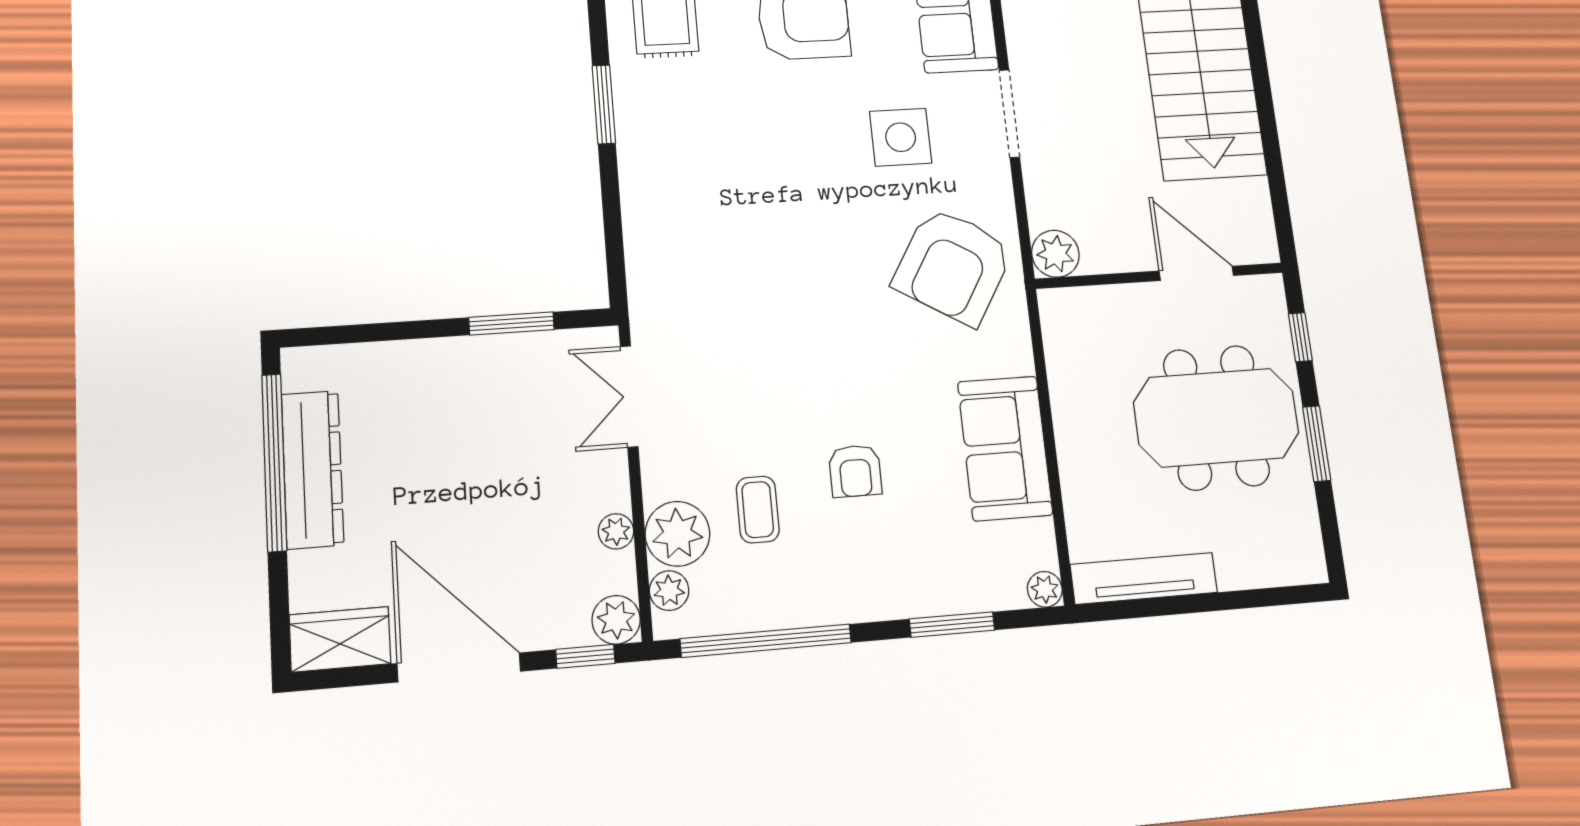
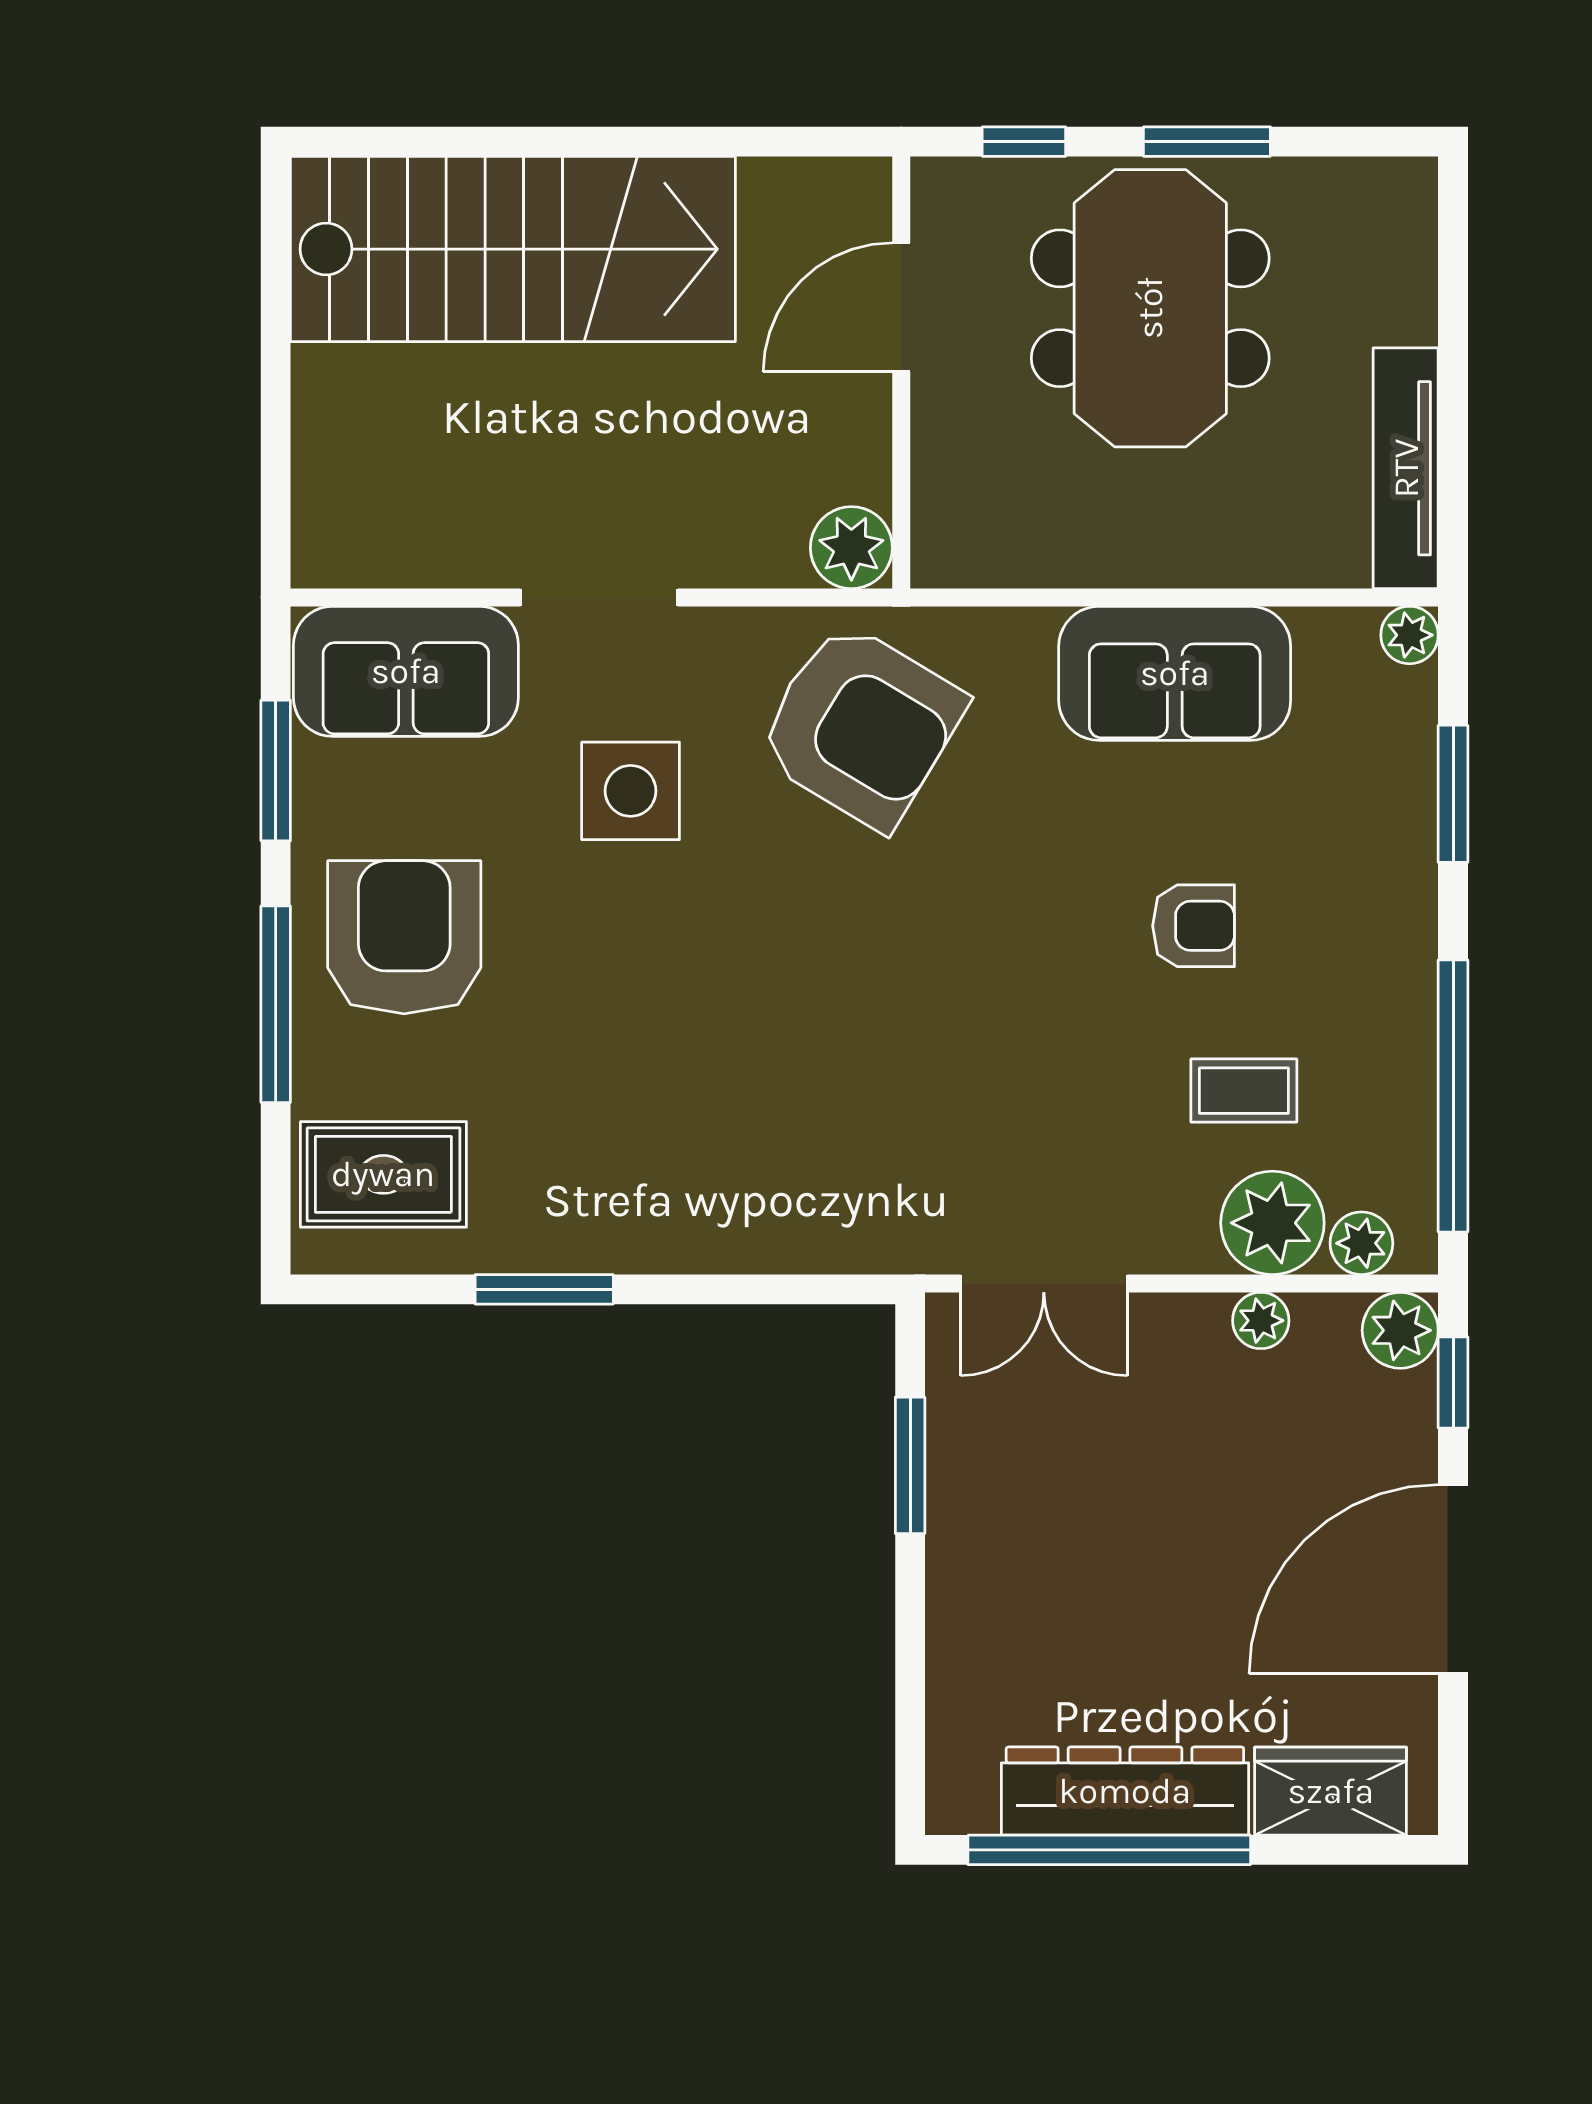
wardrobe: (340, 639) -> (1331, 1791), moved, turned 90

